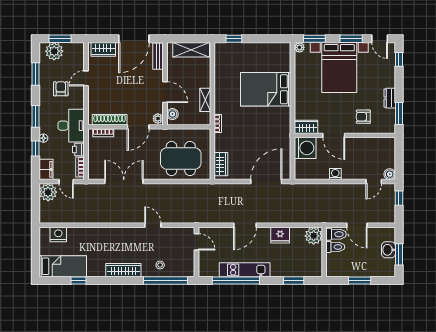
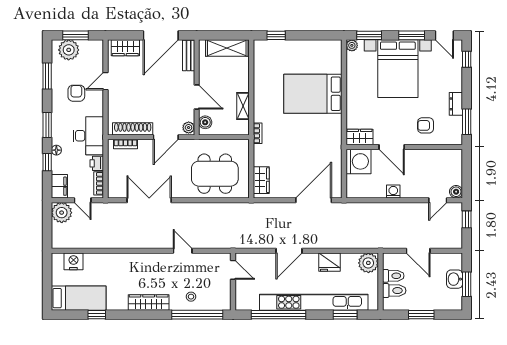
toilet: (336, 234) -> (394, 291), moved
kitchen unit: (245, 270) -> (314, 302), width x1.86

